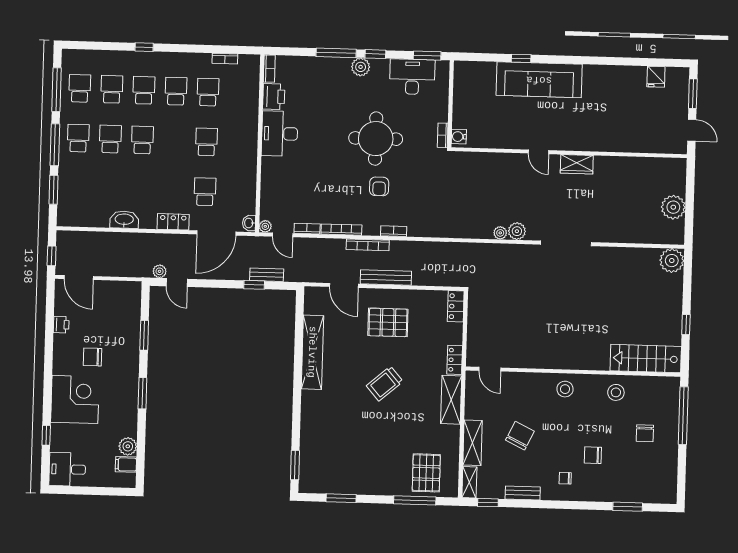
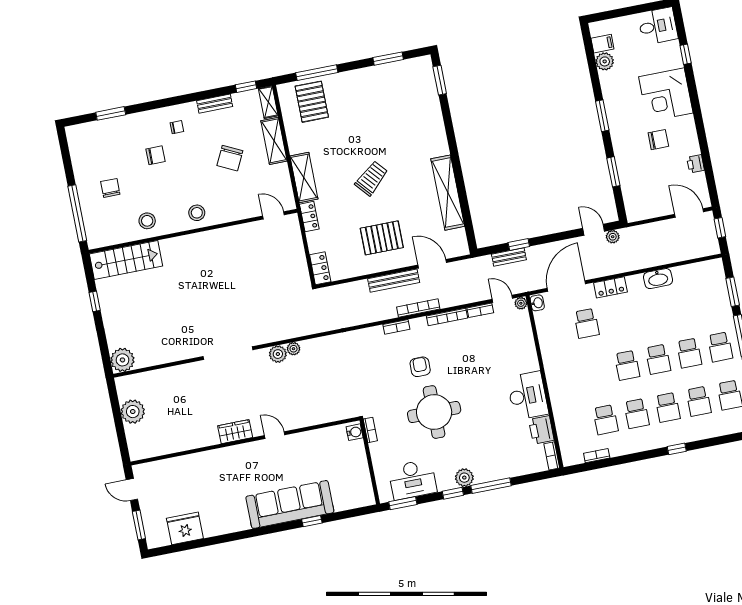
fridge: (656, 77) -> (185, 528), width x1.88, depth x1.34
school desk: (206, 142) -> (627, 365), moved

